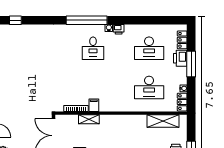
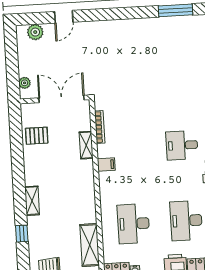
filing cabinet: (94, 105) -> (106, 165), moved

